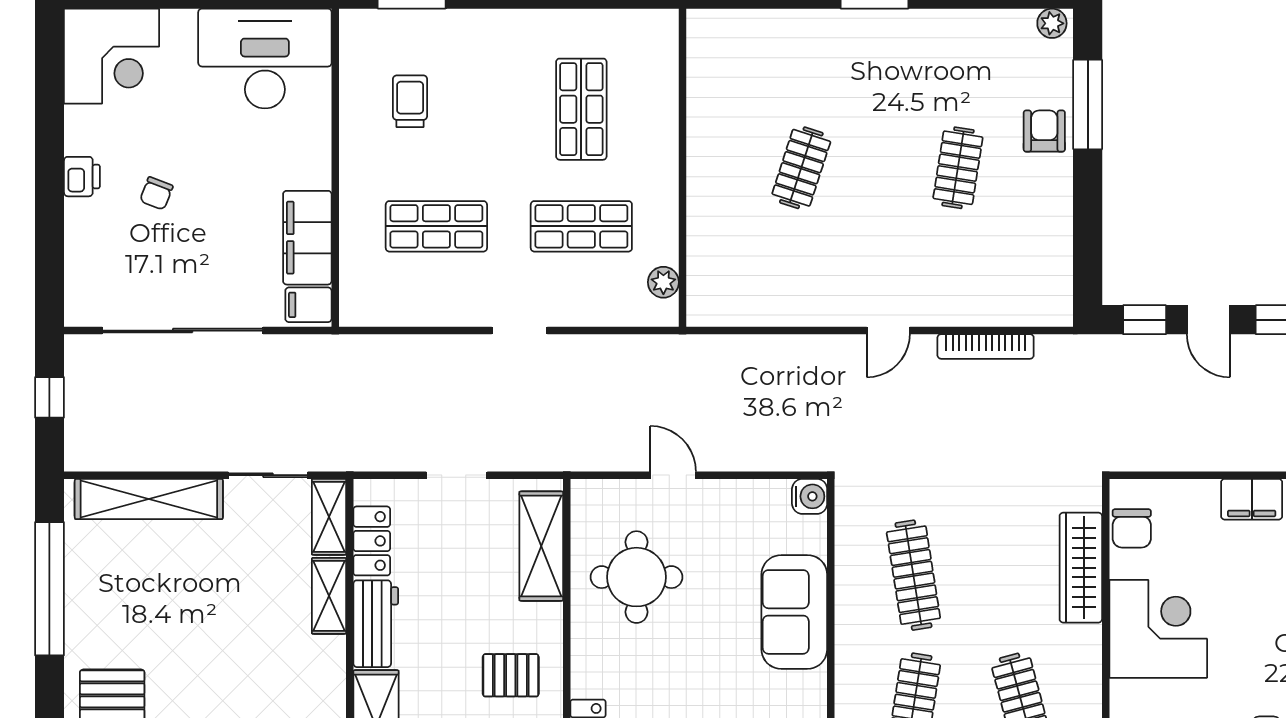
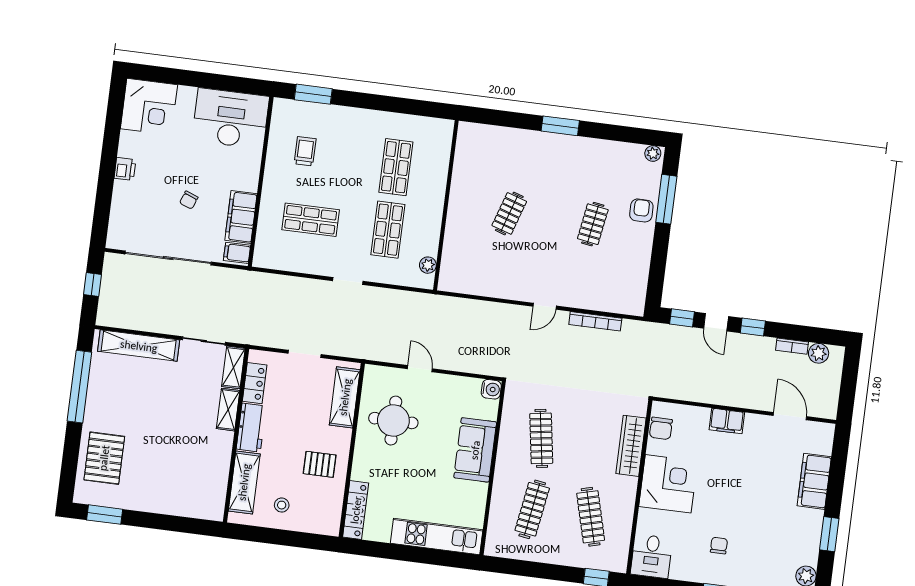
chair: (156, 193) -> (189, 200), moved
shop shelf: (581, 226) -> (388, 230), turned 90

